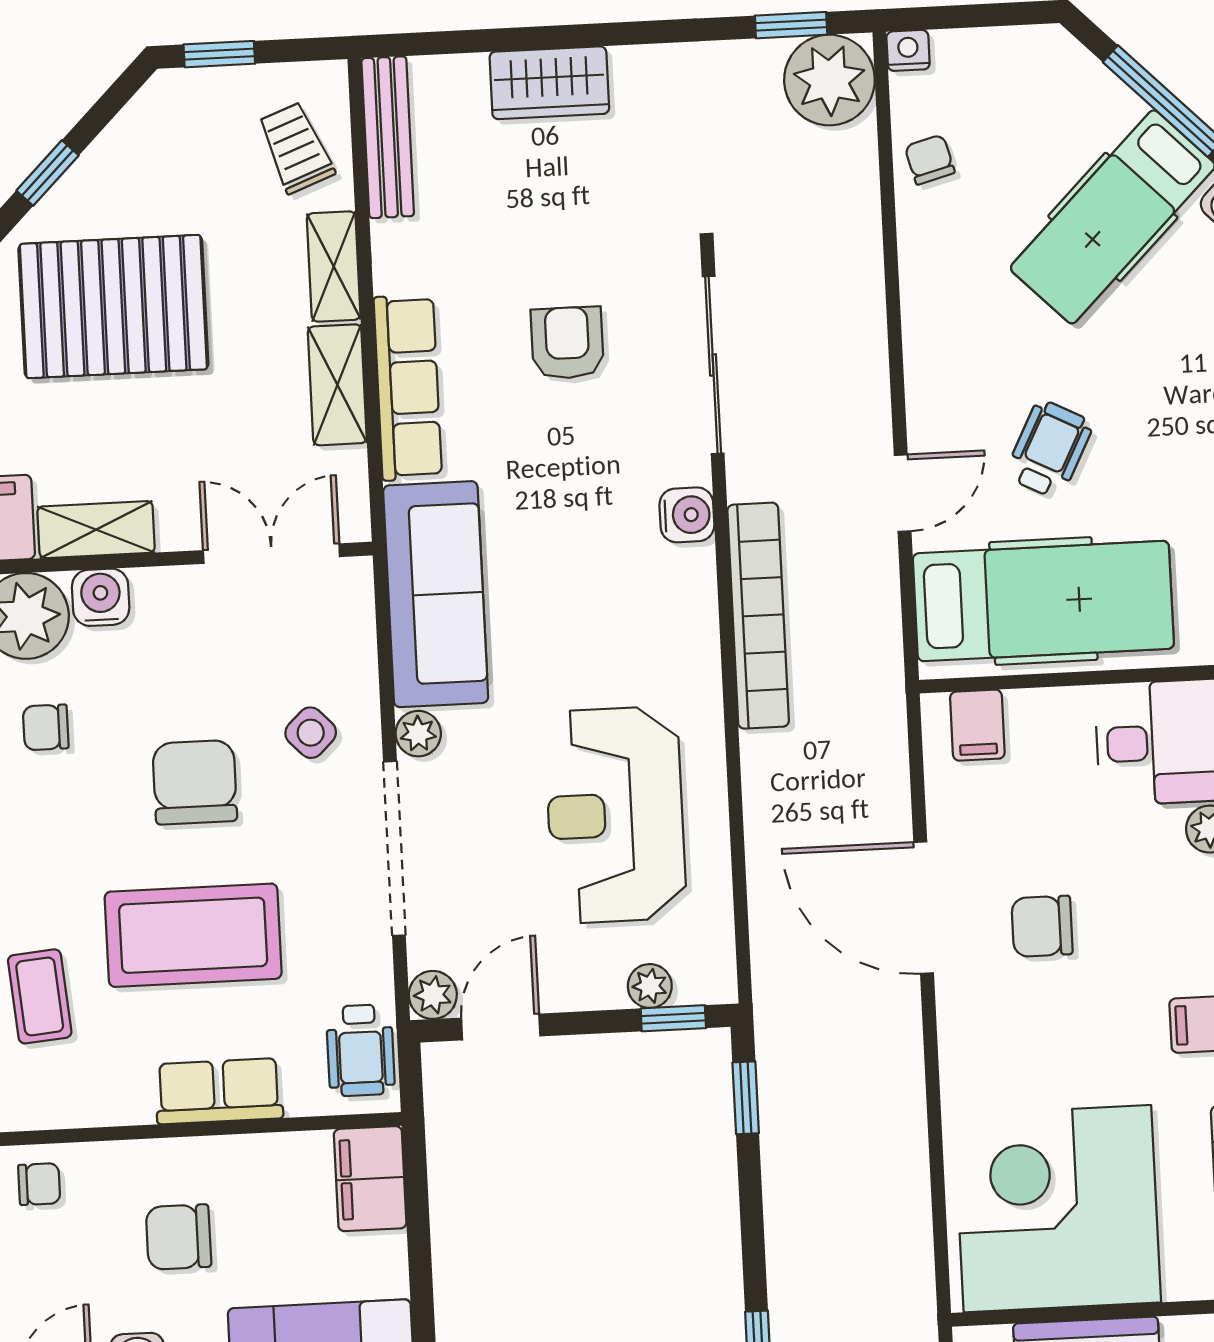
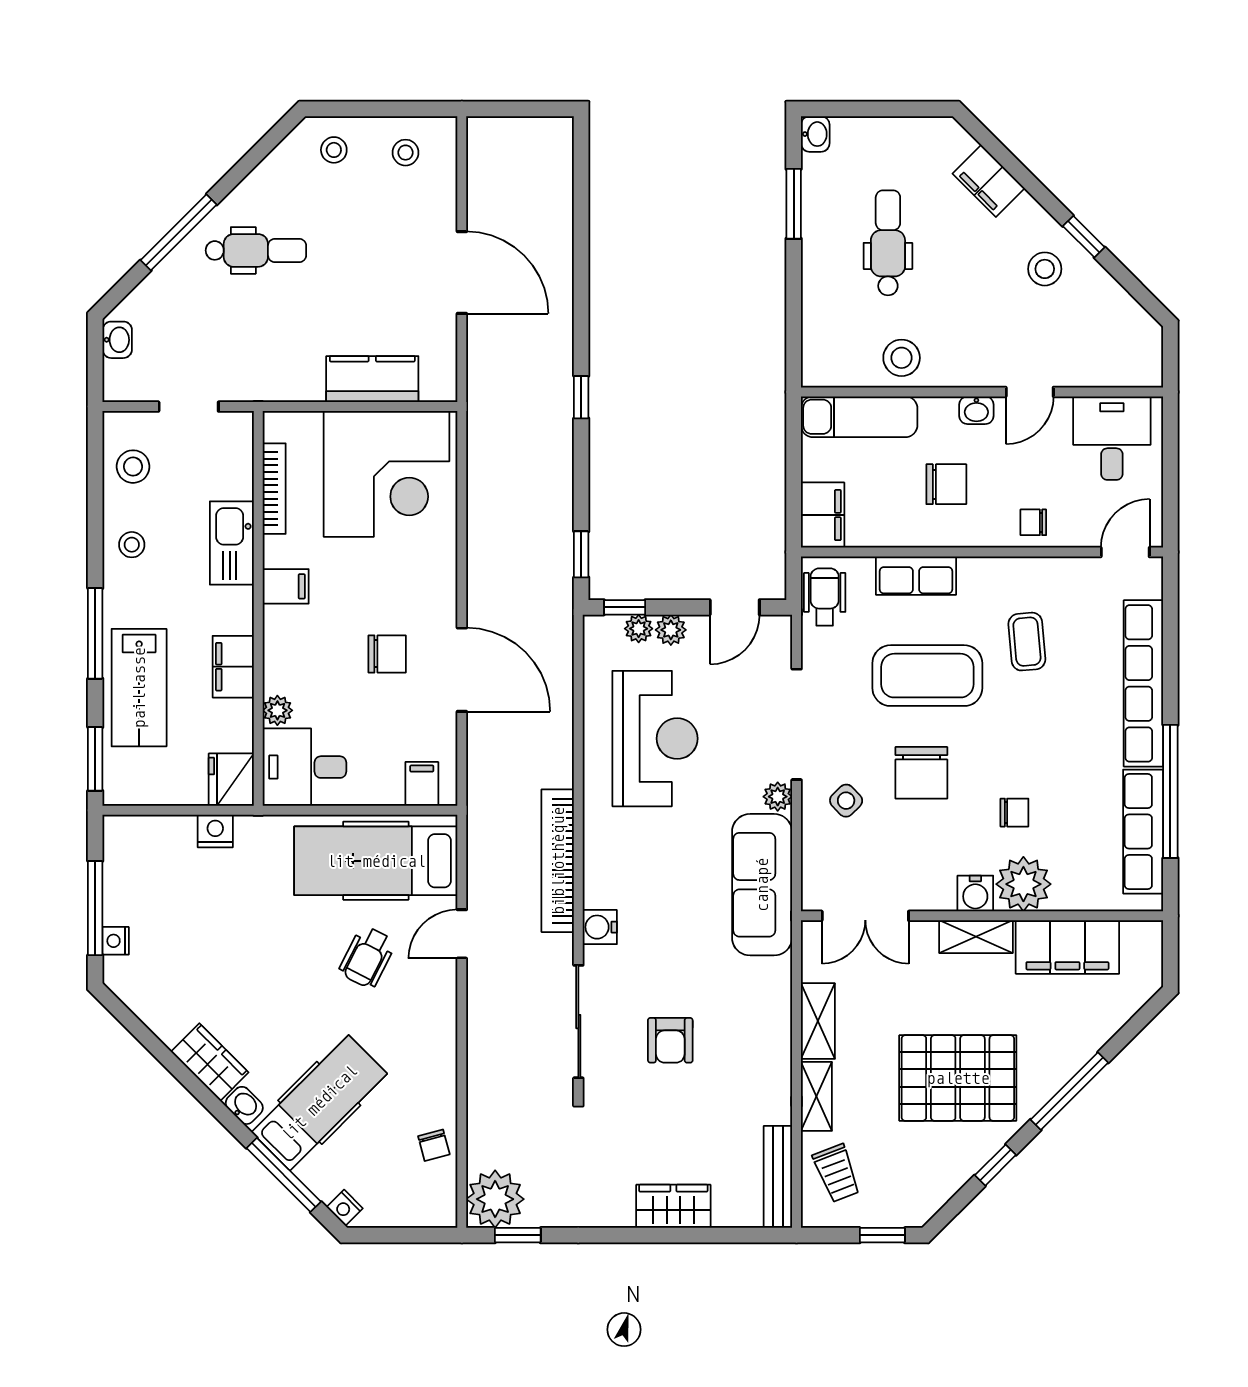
nightstand: (908, 50) -> (345, 1208), moved, turned 45
row of seats: (408, 388) -> (773, 1017), removed
plant: (433, 995) -> (671, 630), moved

